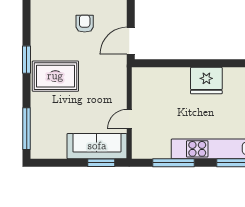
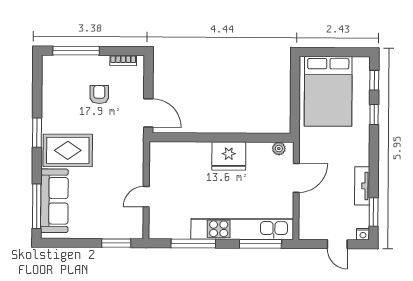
door: (131, 41) -> (148, 113), swing flipped
sofa: (97, 146) -> (54, 201), moved, turned 90

